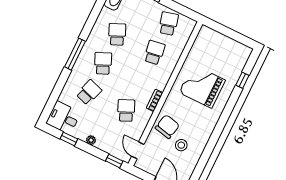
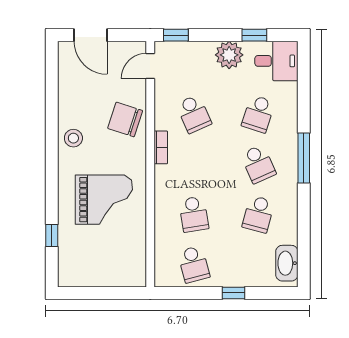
school desk: (117, 34) -> (258, 214), turned 39
chair: (167, 127) -> (125, 119), turned 96
plant: (91, 140) -> (229, 55), width x1.87, depth x1.87
stool: (181, 145) -> (73, 138), moved
door: (138, 150) -> (150, 66), swing flipped

